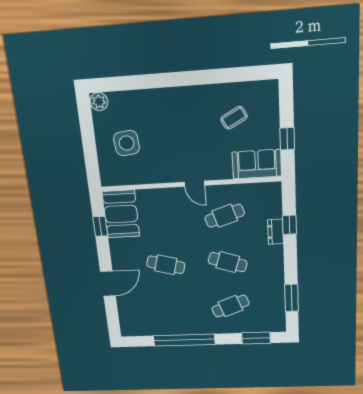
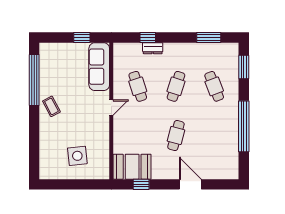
window: (225, 76) -> (34, 80), added
plant: (99, 102) -> (46, 173), removed
coffee table: (234, 118) -> (51, 106), moved
sofa: (257, 164) -> (99, 67), width x1.36

